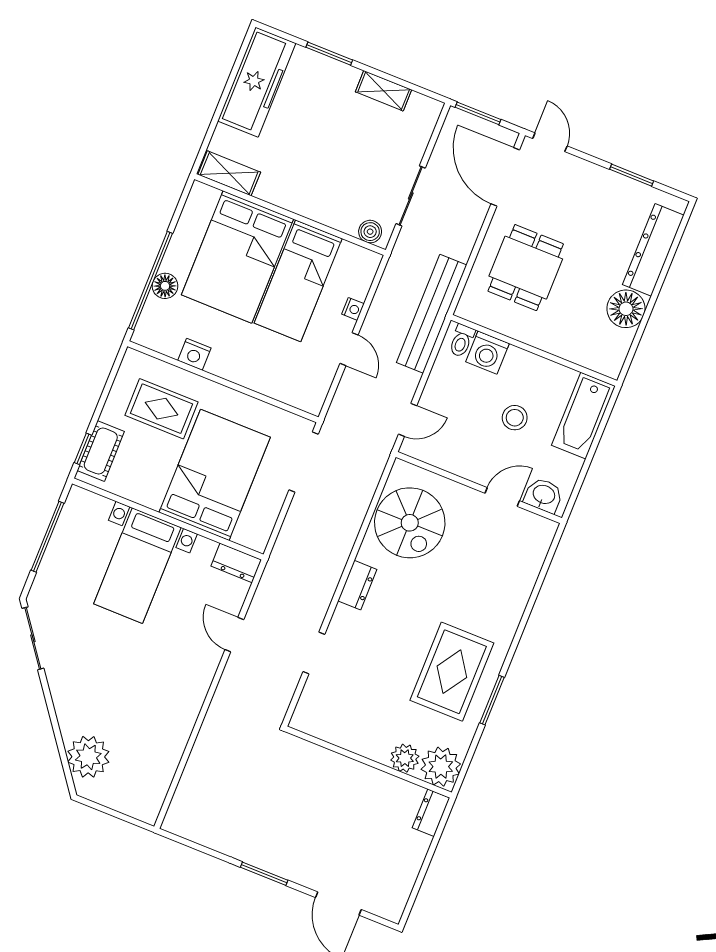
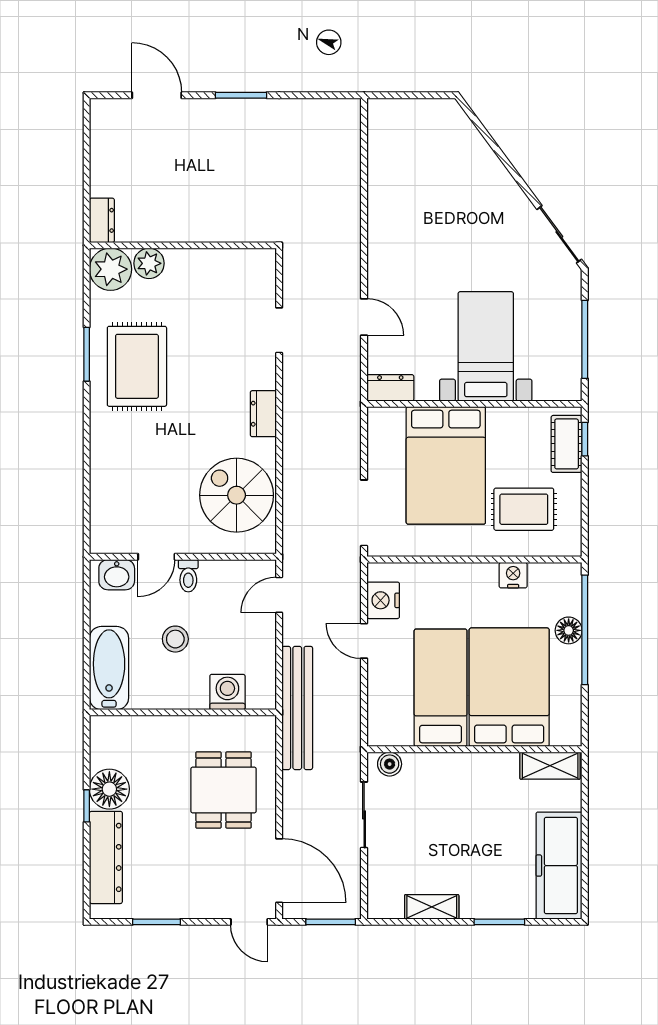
window: (652, 302) -> (87, 806), added
nightstand: (353, 309) -> (383, 600), moved, width x1.89, depth x1.79
toilet: (462, 341) -> (188, 576), moved, turned 180
plant: (88, 757) -> (459, 140), removed

